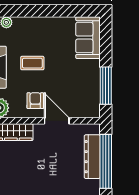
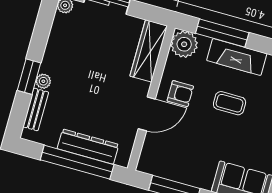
coffee table: (32, 63) -> (230, 103), turned 90

